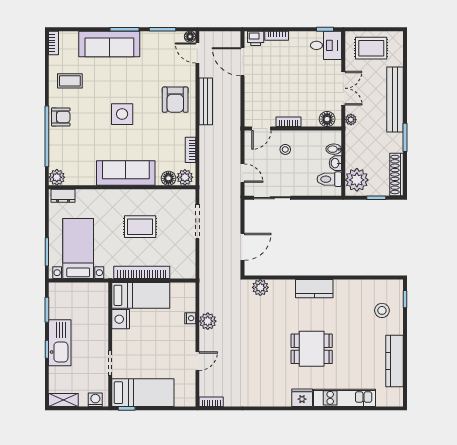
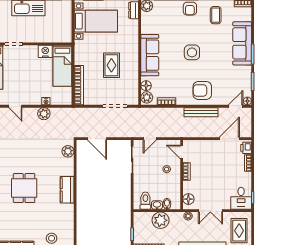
plant: (357, 180) -> (161, 220), moved
bookcase: (142, 272) -> (79, 85), moved

